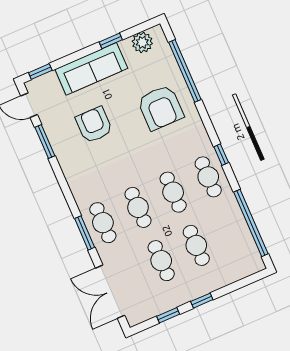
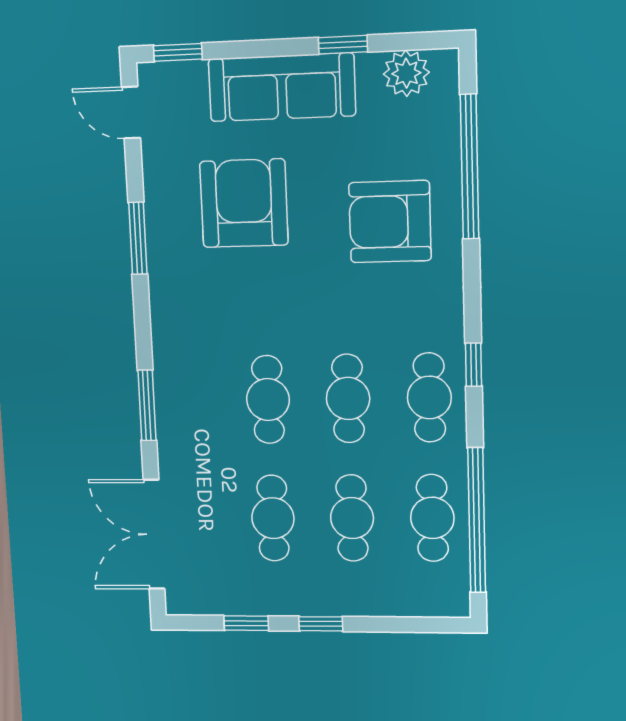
armchair: (160, 107) -> (390, 222), turned 90
armchair: (94, 125) -> (244, 203), width x1.36, depth x1.36
window: (45, 142) -> (138, 238), moved
cafe table: (103, 223) -> (432, 518), moved

